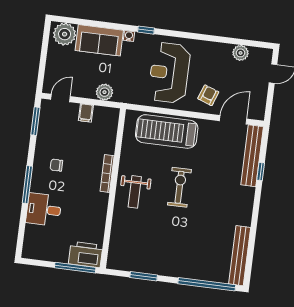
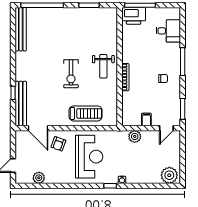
sofa: (99, 40) -> (143, 174), removed
door: (233, 120) -> (38, 128), hinge flipped
treadmill: (167, 131) -> (86, 113), width x0.73, depth x0.73
weight bench: (135, 192) -> (103, 66), turned 180
desk: (44, 210) -> (168, 31), moved

